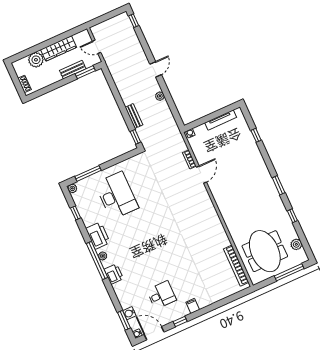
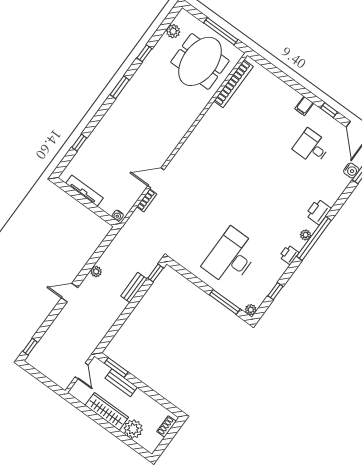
printer: (98, 236) -> (289, 255), width x0.53, depth x0.68
window: (289, 272) -> (221, 31), moved

